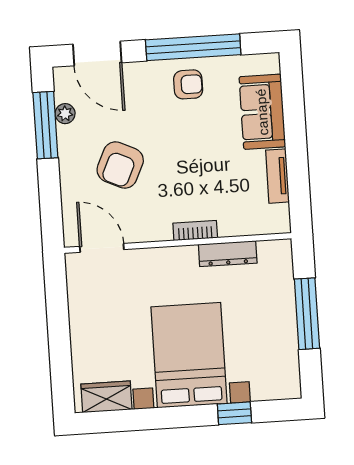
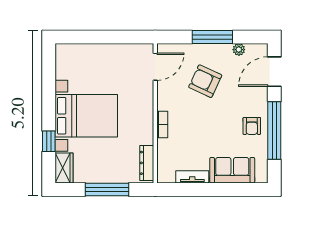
window: (45, 125) -> (212, 37), moved
dresser: (228, 254) -> (147, 163), moved
wardrobe: (106, 397) -> (64, 168), moved

